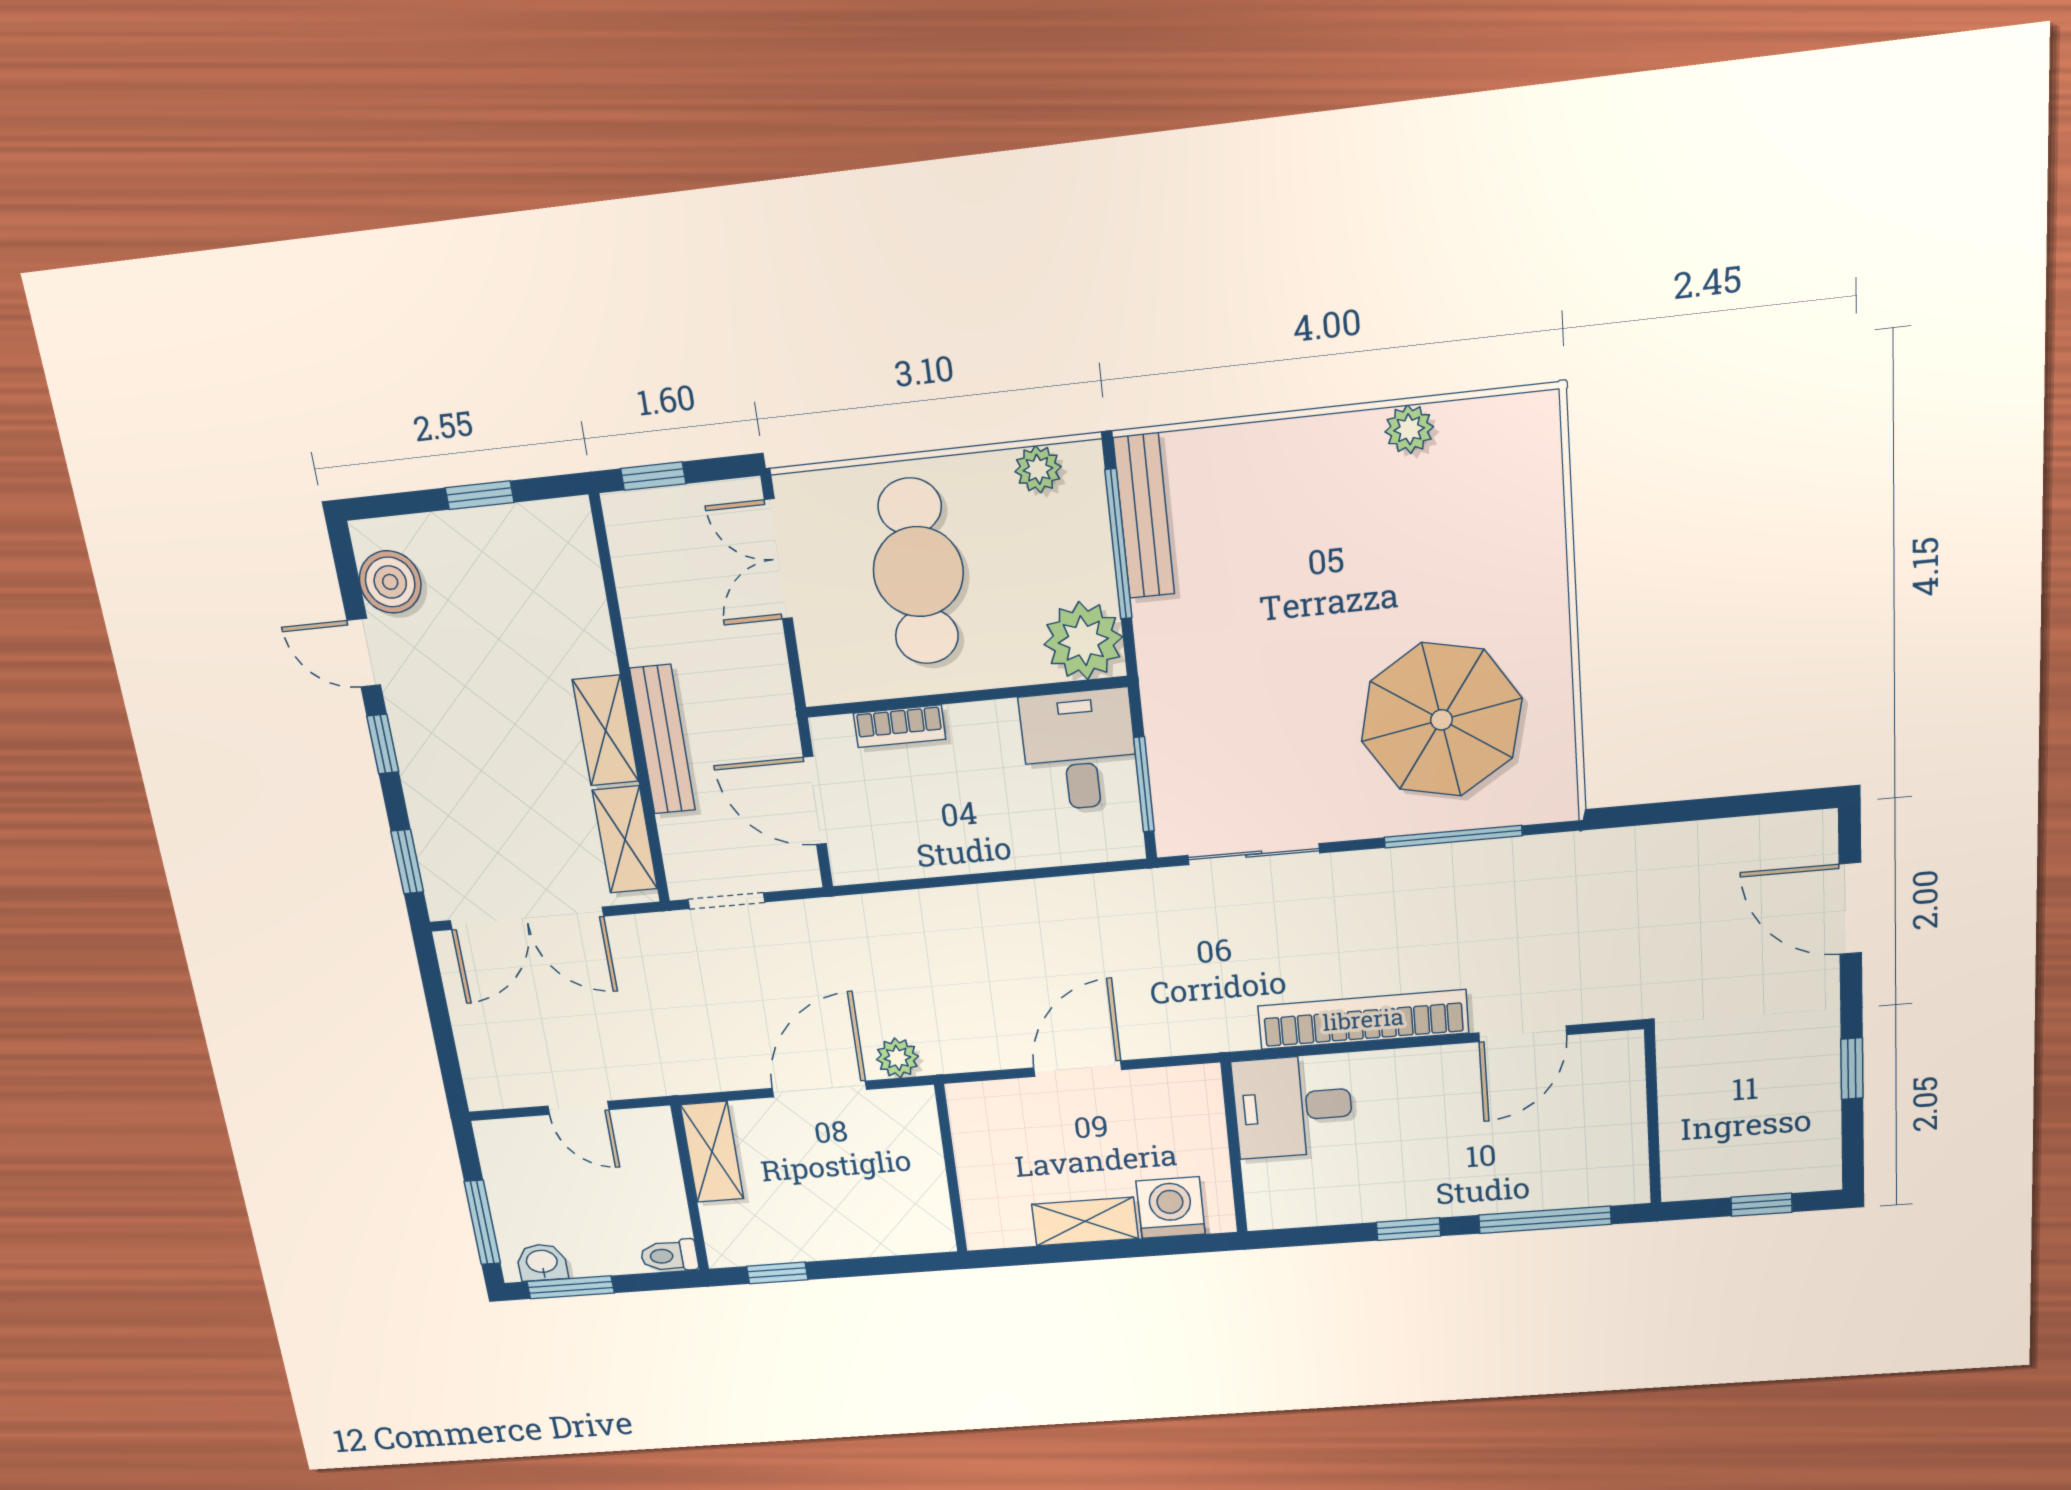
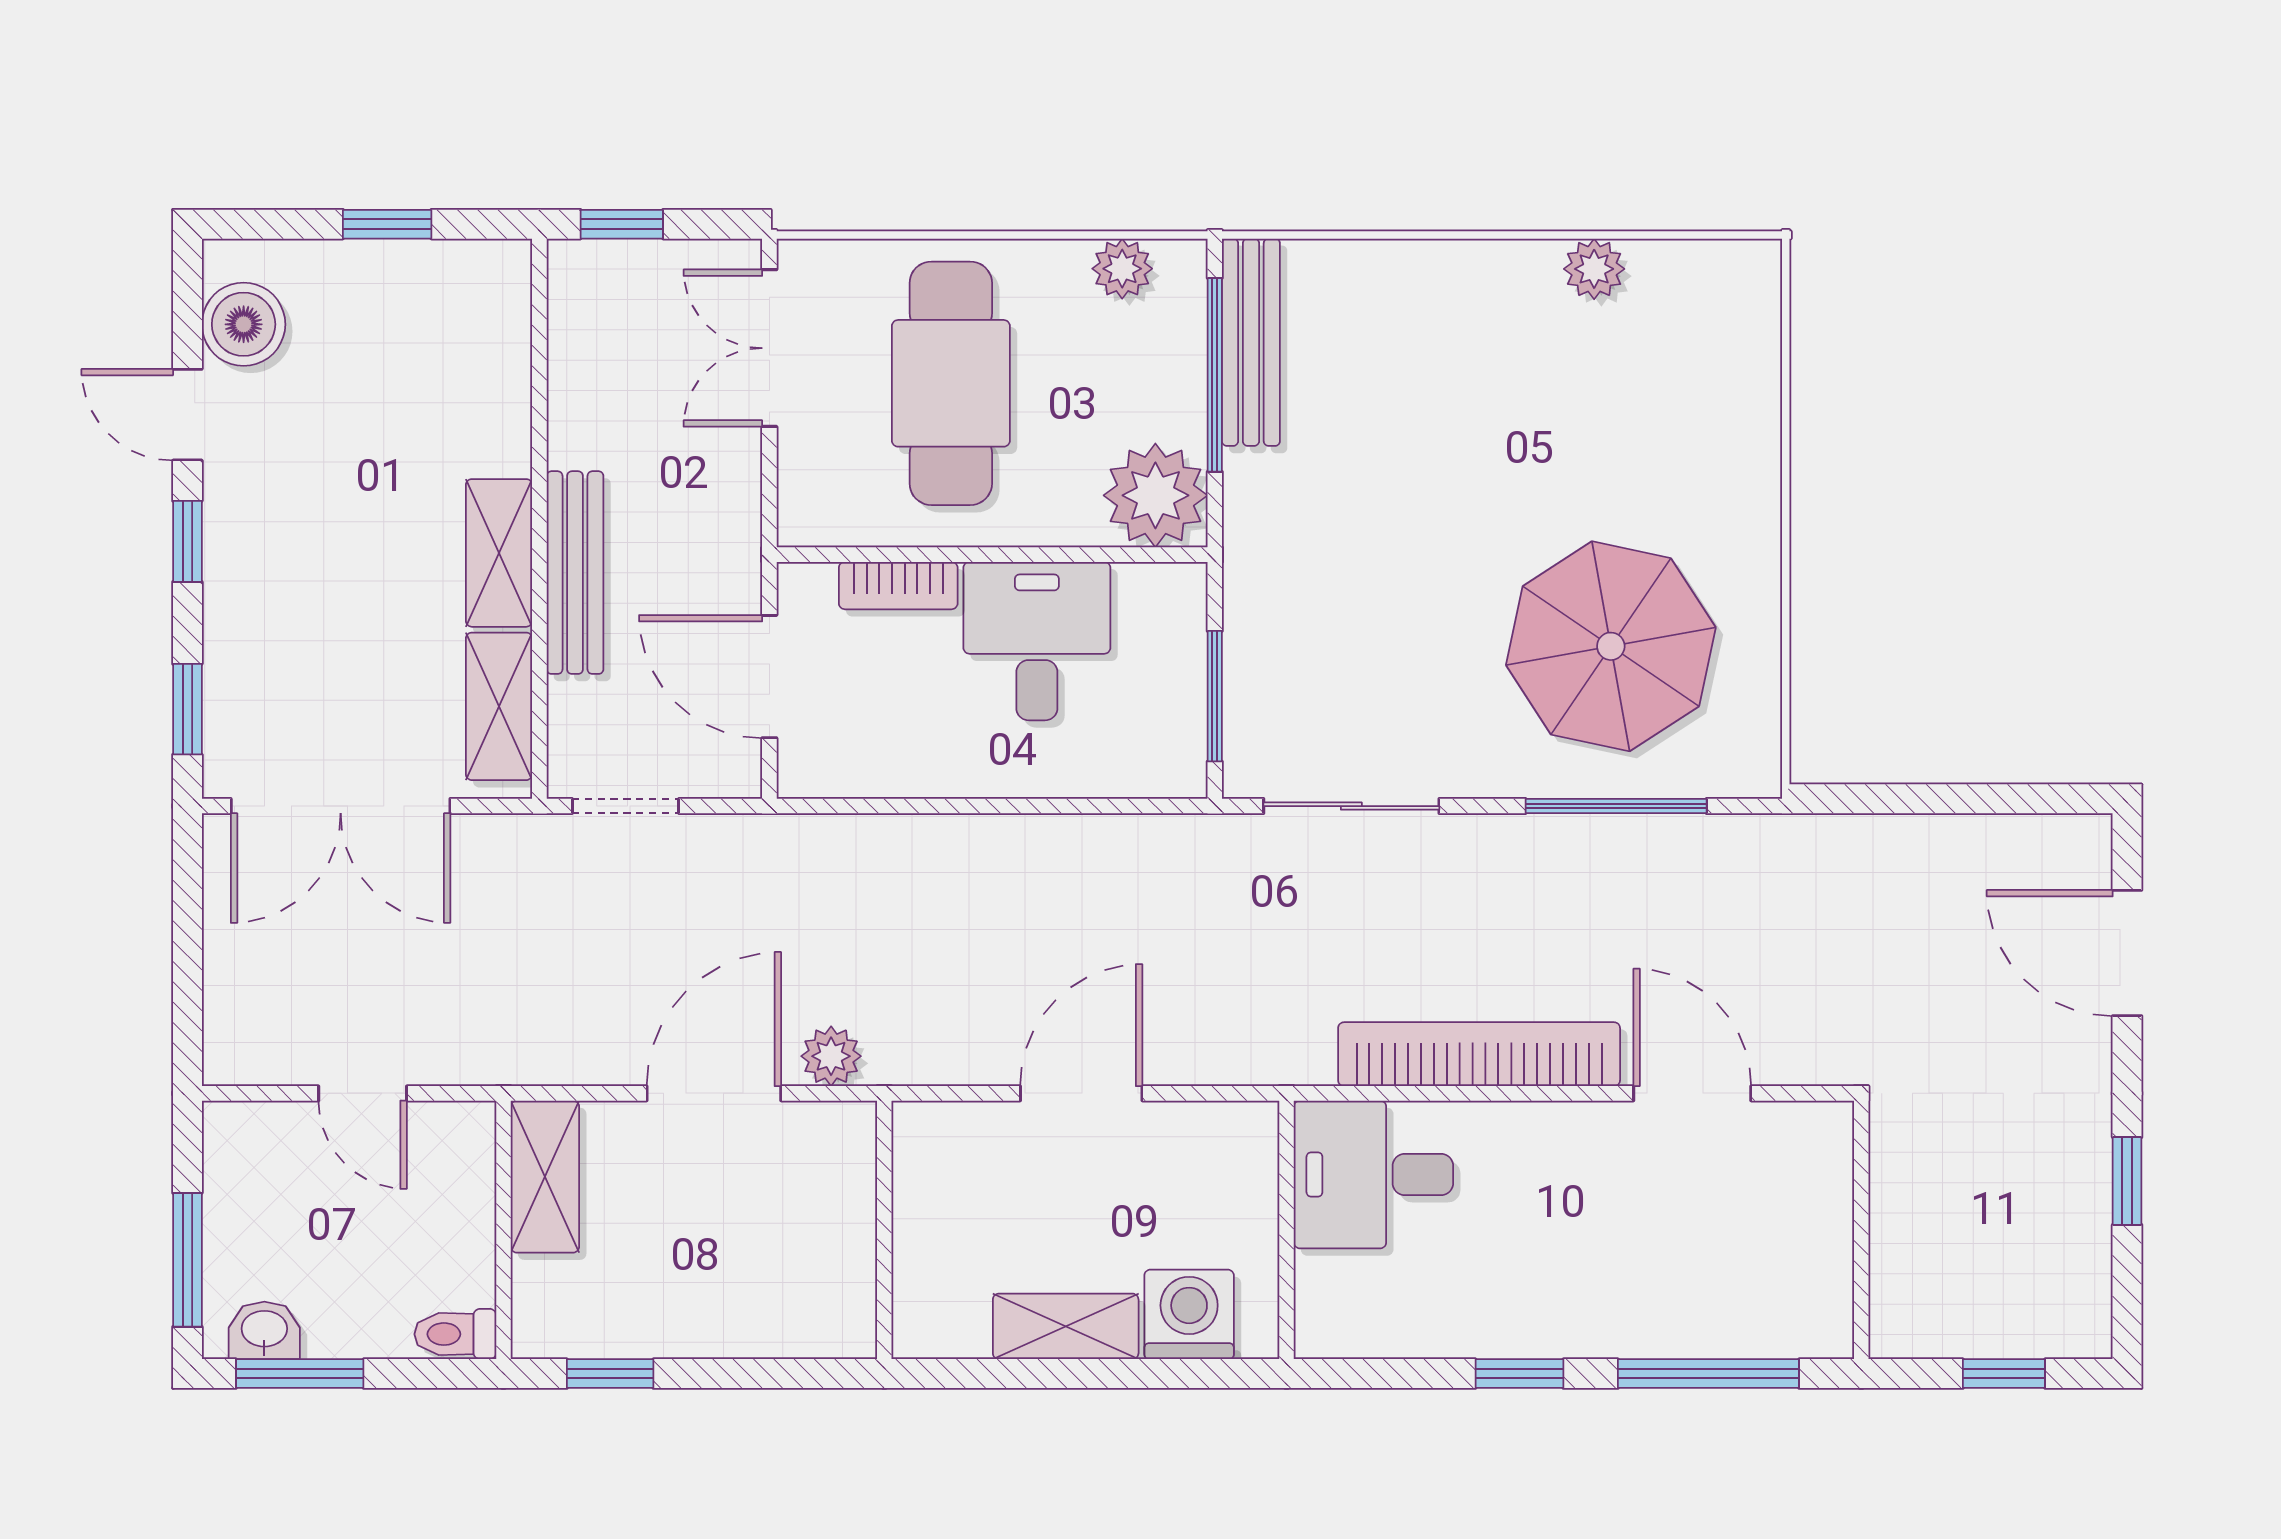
desk: (1079, 750) -> (1037, 641), moved
door: (1523, 1034) -> (1692, 1093), swing flipped

